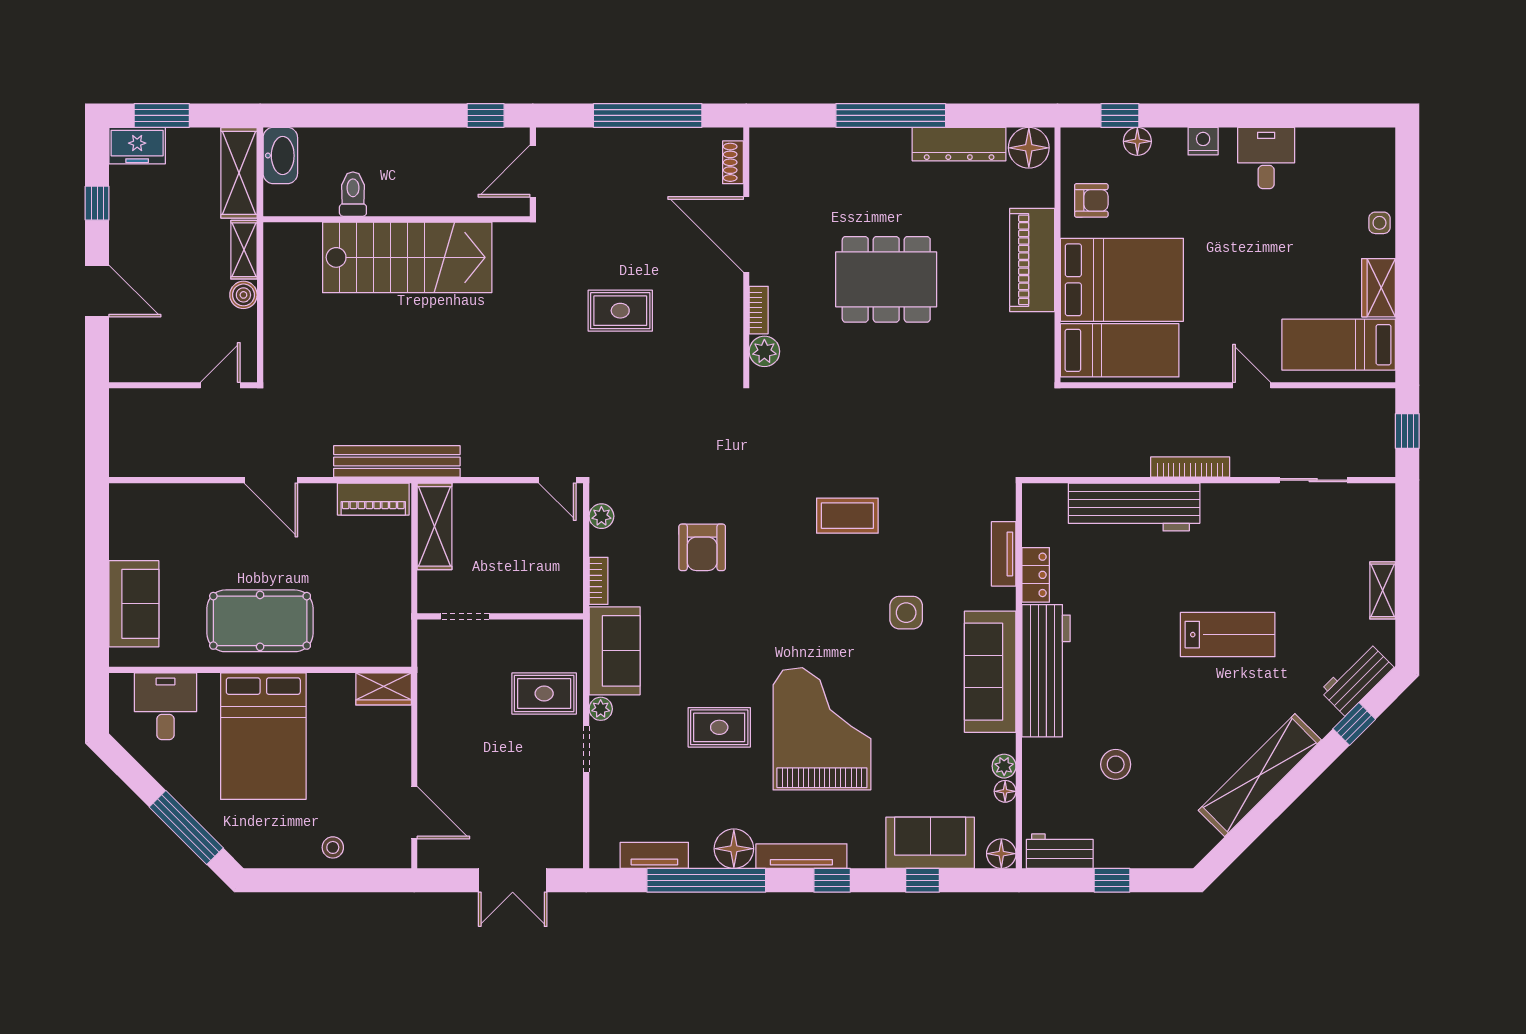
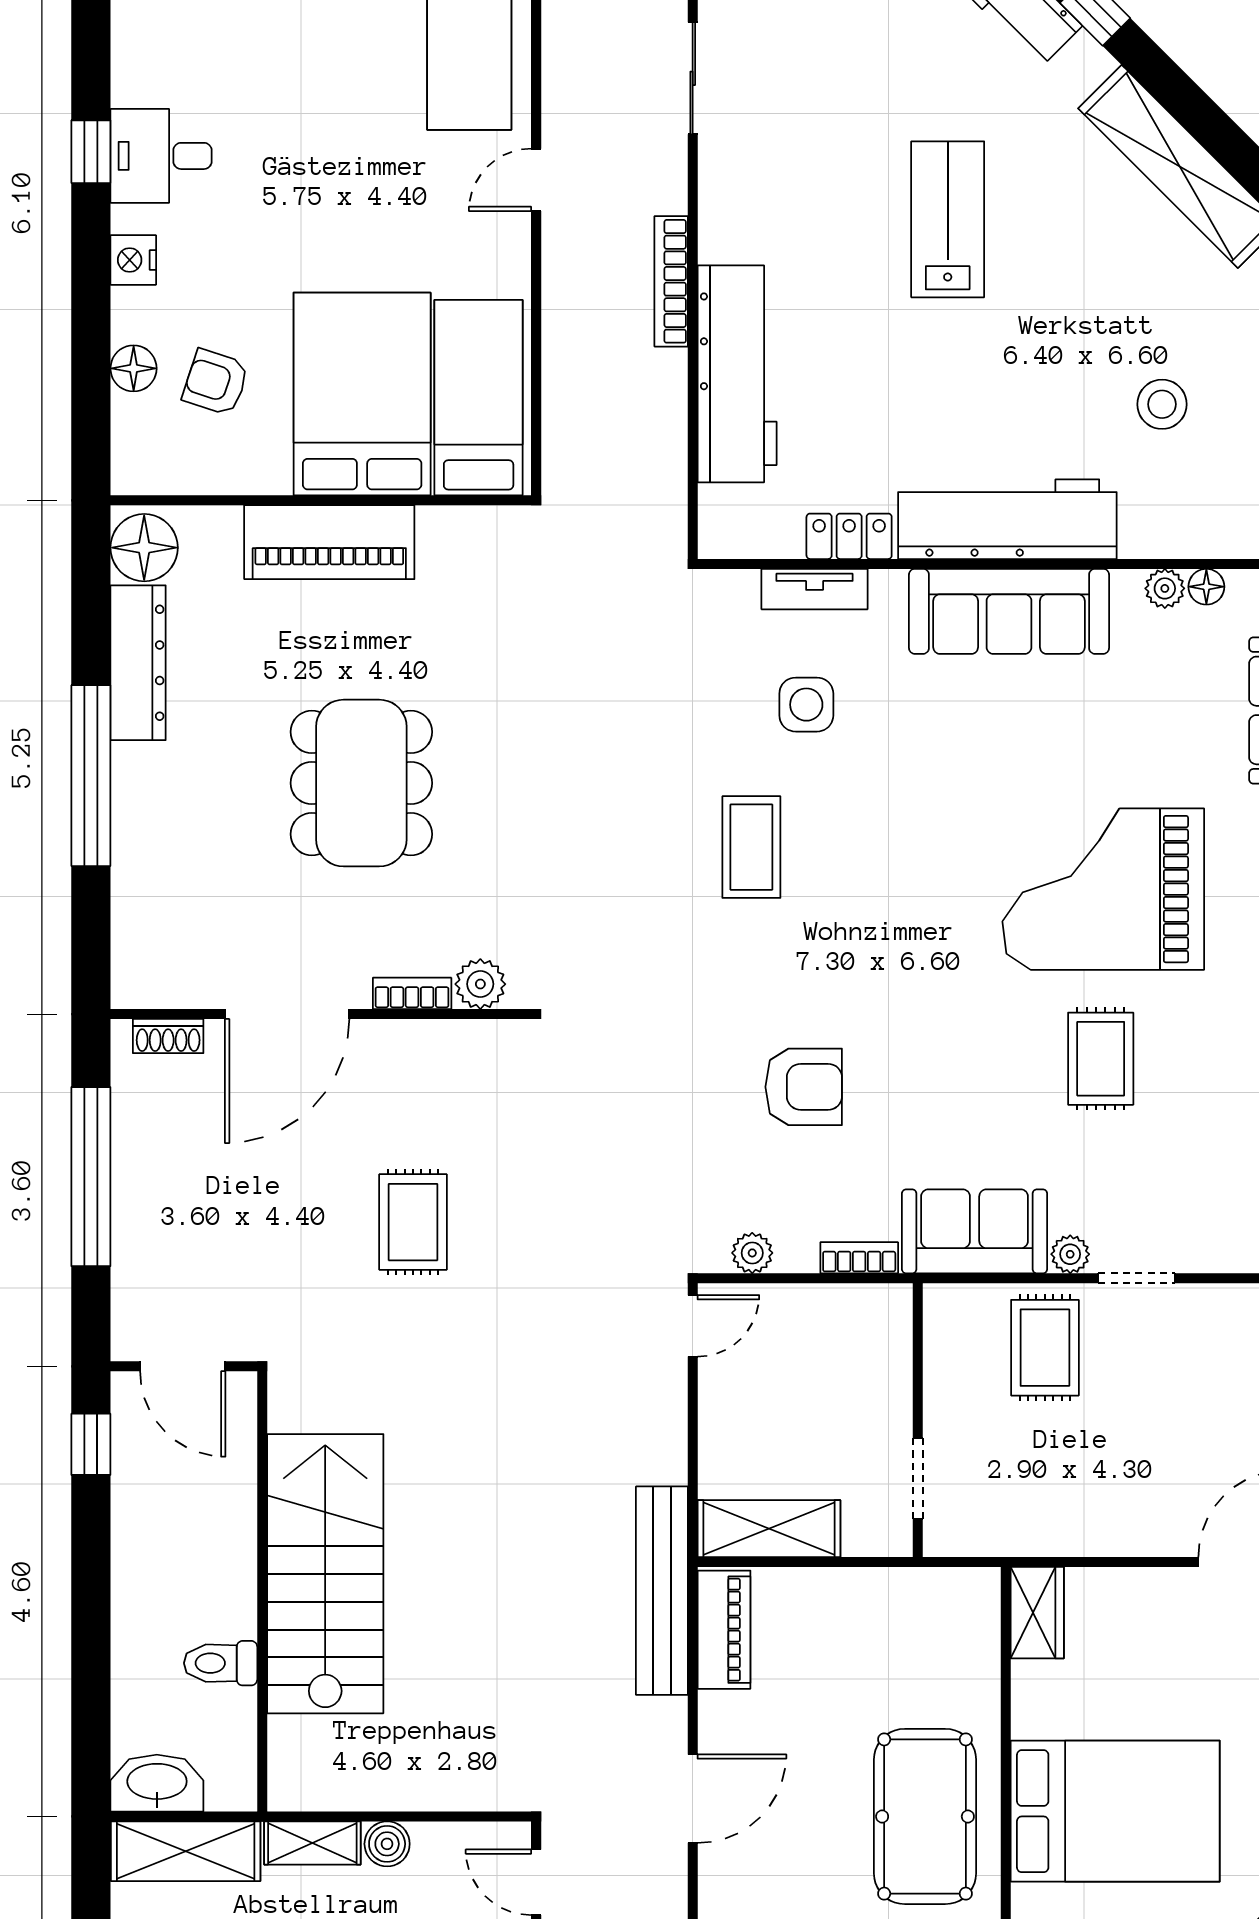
window: (1120, 115) -> (91, 152), moved
armchair: (1091, 200) -> (216, 382), moved, turned -72
side table: (906, 613) -> (806, 705), moved

